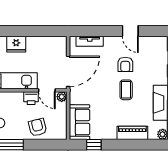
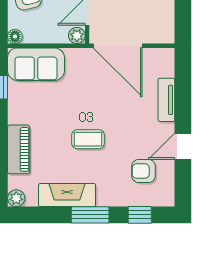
tv unit: (90, 41) -> (166, 100), moved
armchair: (125, 64) -> (144, 171), moved
floor lamp: (62, 135) -> (15, 36), added

